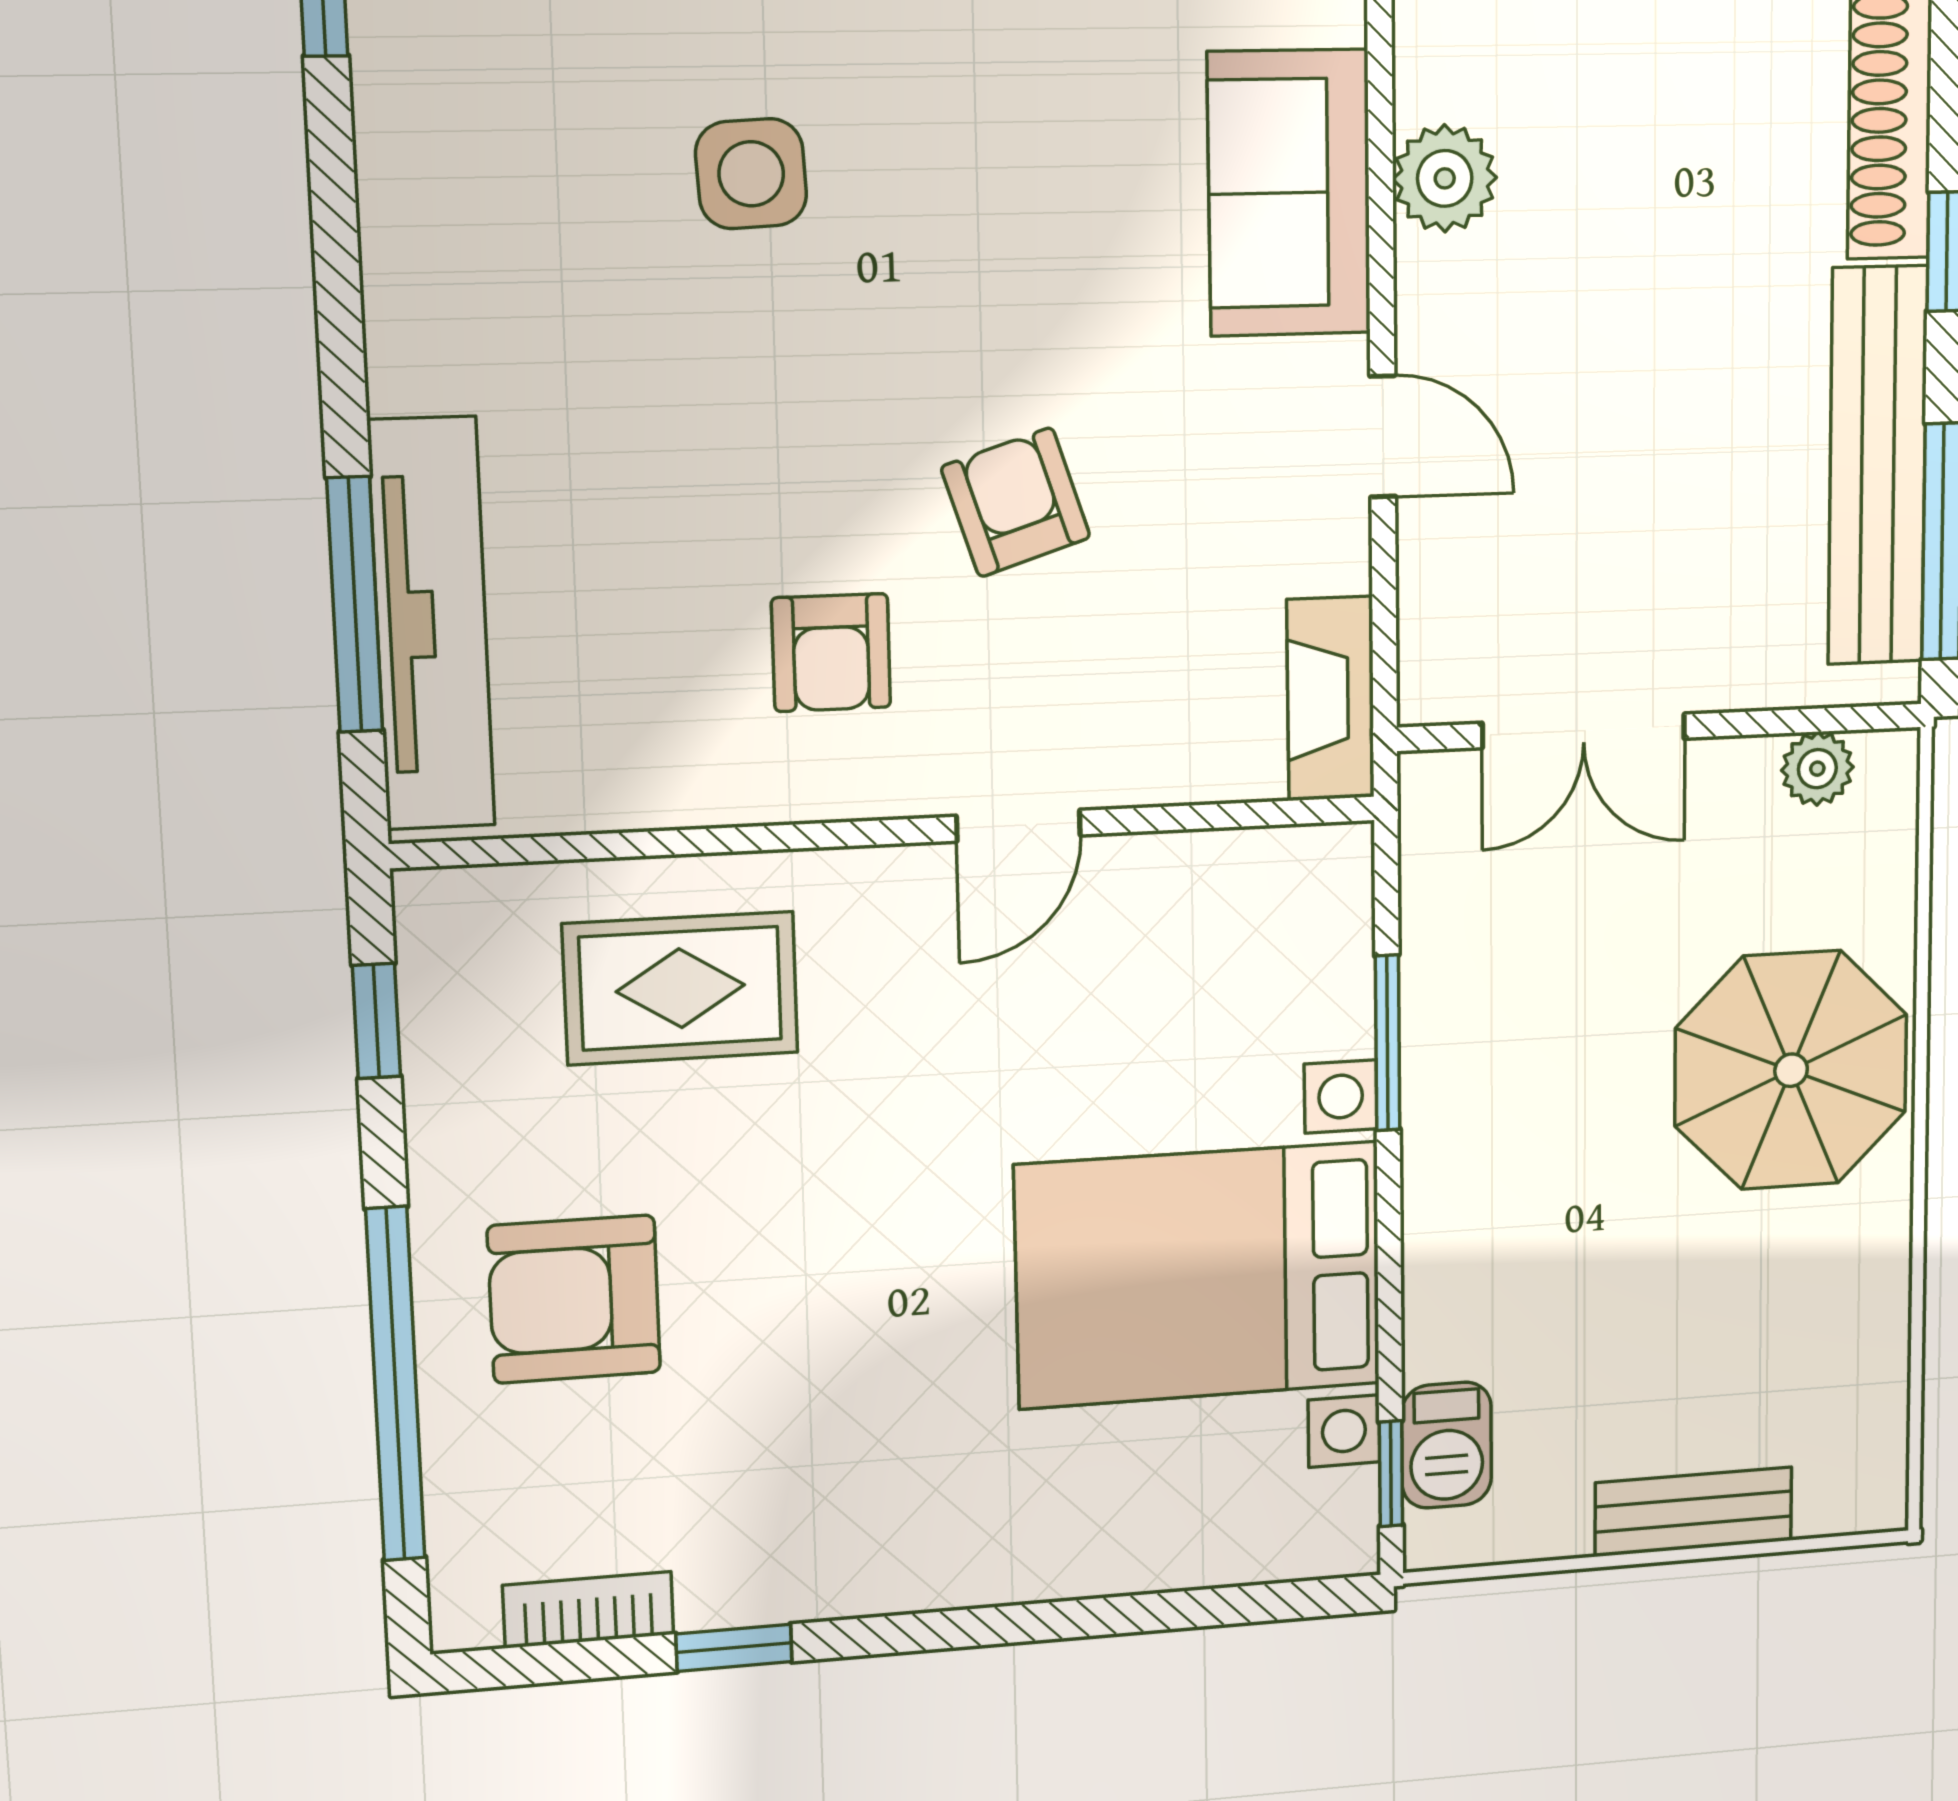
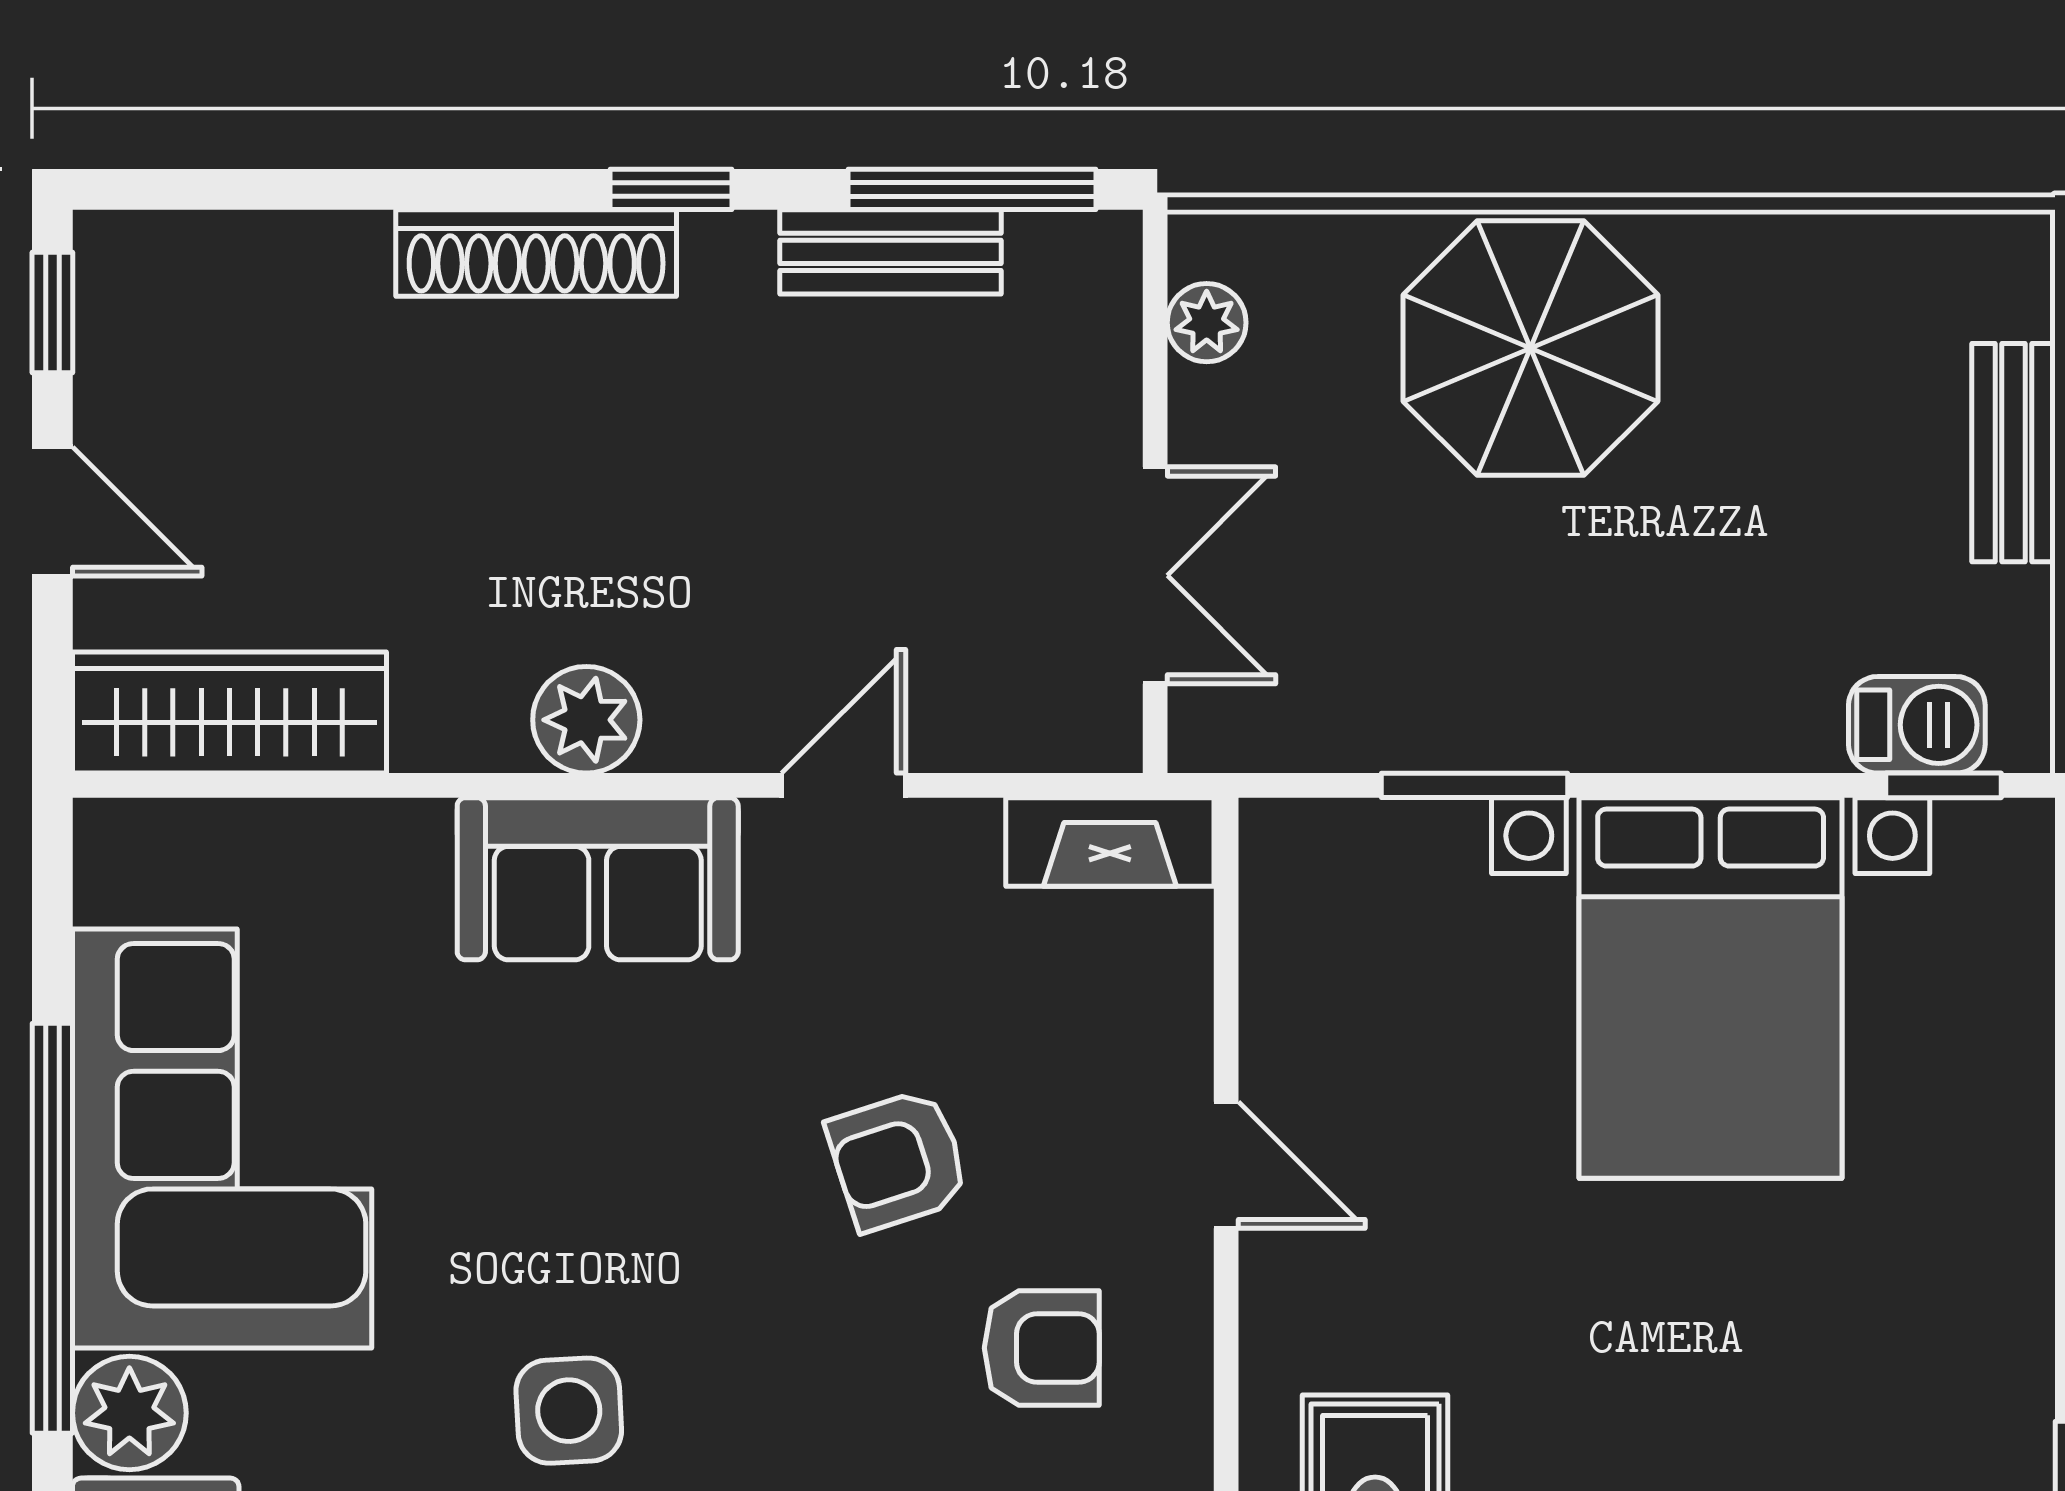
bench: (1878, 466) -> (890, 252), width x0.54, depth x0.82

